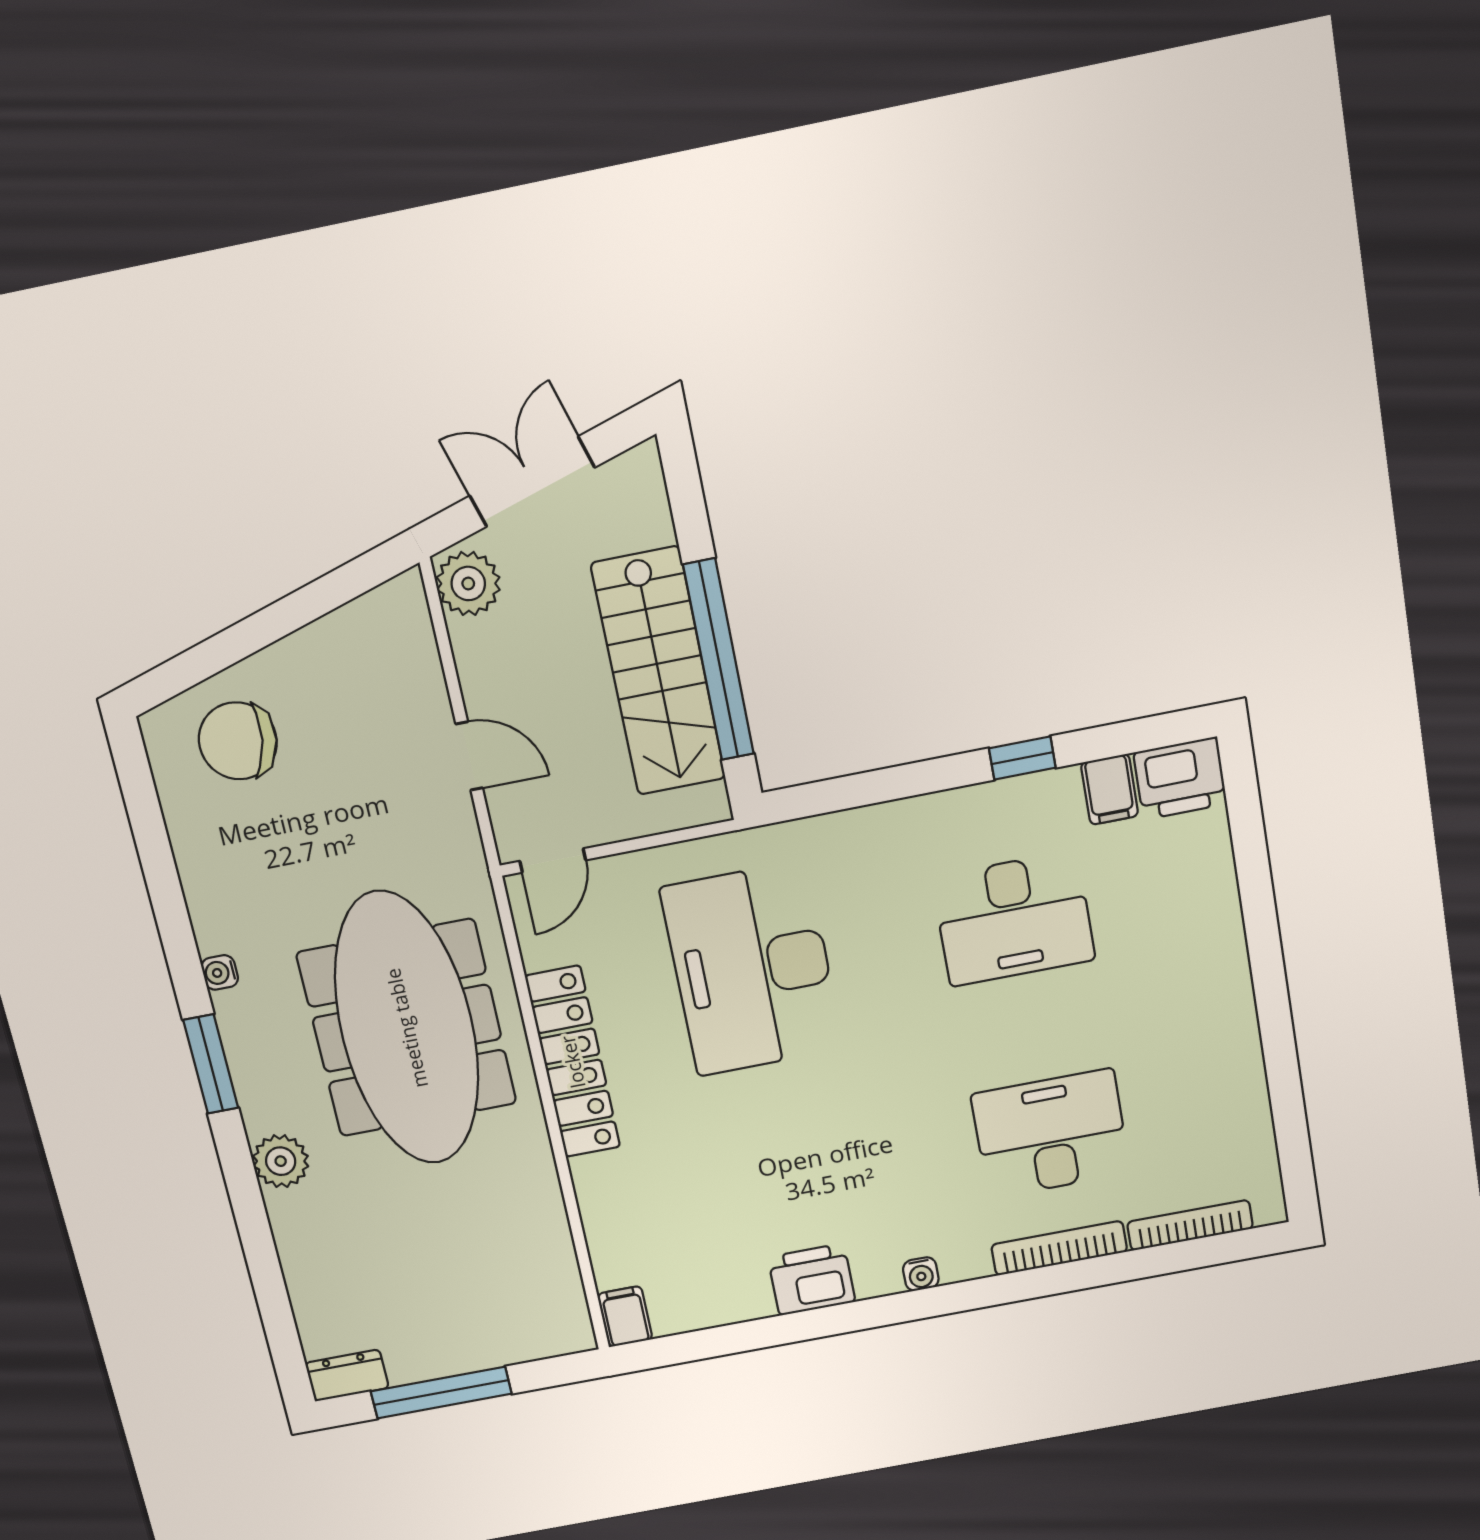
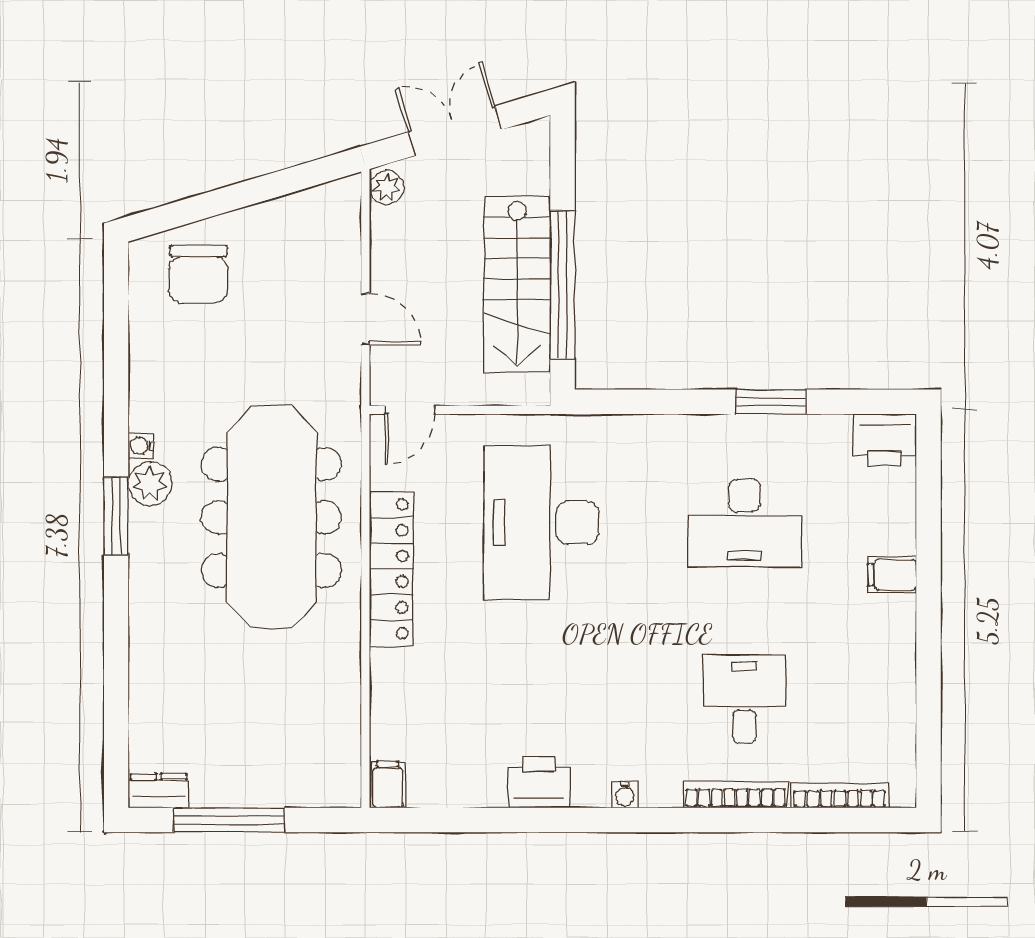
plant: (468, 584) -> (387, 187), width x0.73, depth x0.73
chair: (238, 741) -> (198, 274), turned -100
window: (1022, 758) -> (771, 402), width x1.50
filing cabinet: (1110, 789) -> (892, 575), moved, turned 90
desk: (1051, 1134) -> (744, 699), width x0.73
plant: (281, 1161) -> (150, 484), moved

